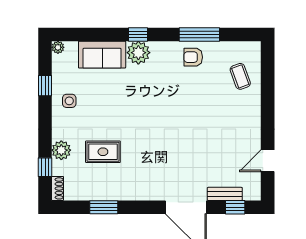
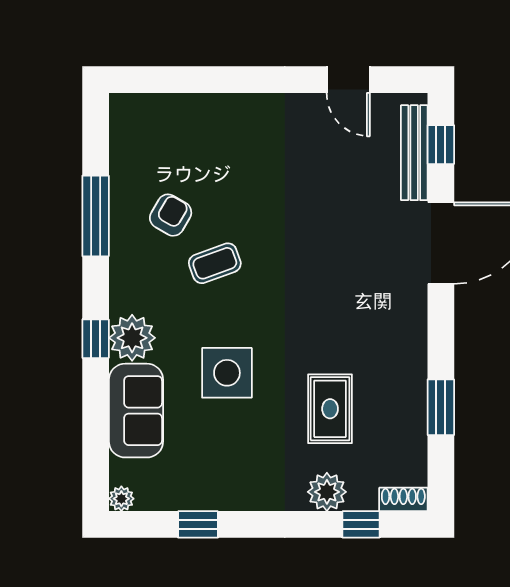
armchair: (193, 57) -> (171, 215), moved, turned -150
coffee table: (240, 76) -> (215, 263), moved
side table: (69, 101) -> (227, 373), moved, width x1.87, depth x1.87
bench: (225, 194) -> (414, 153), width x1.36

